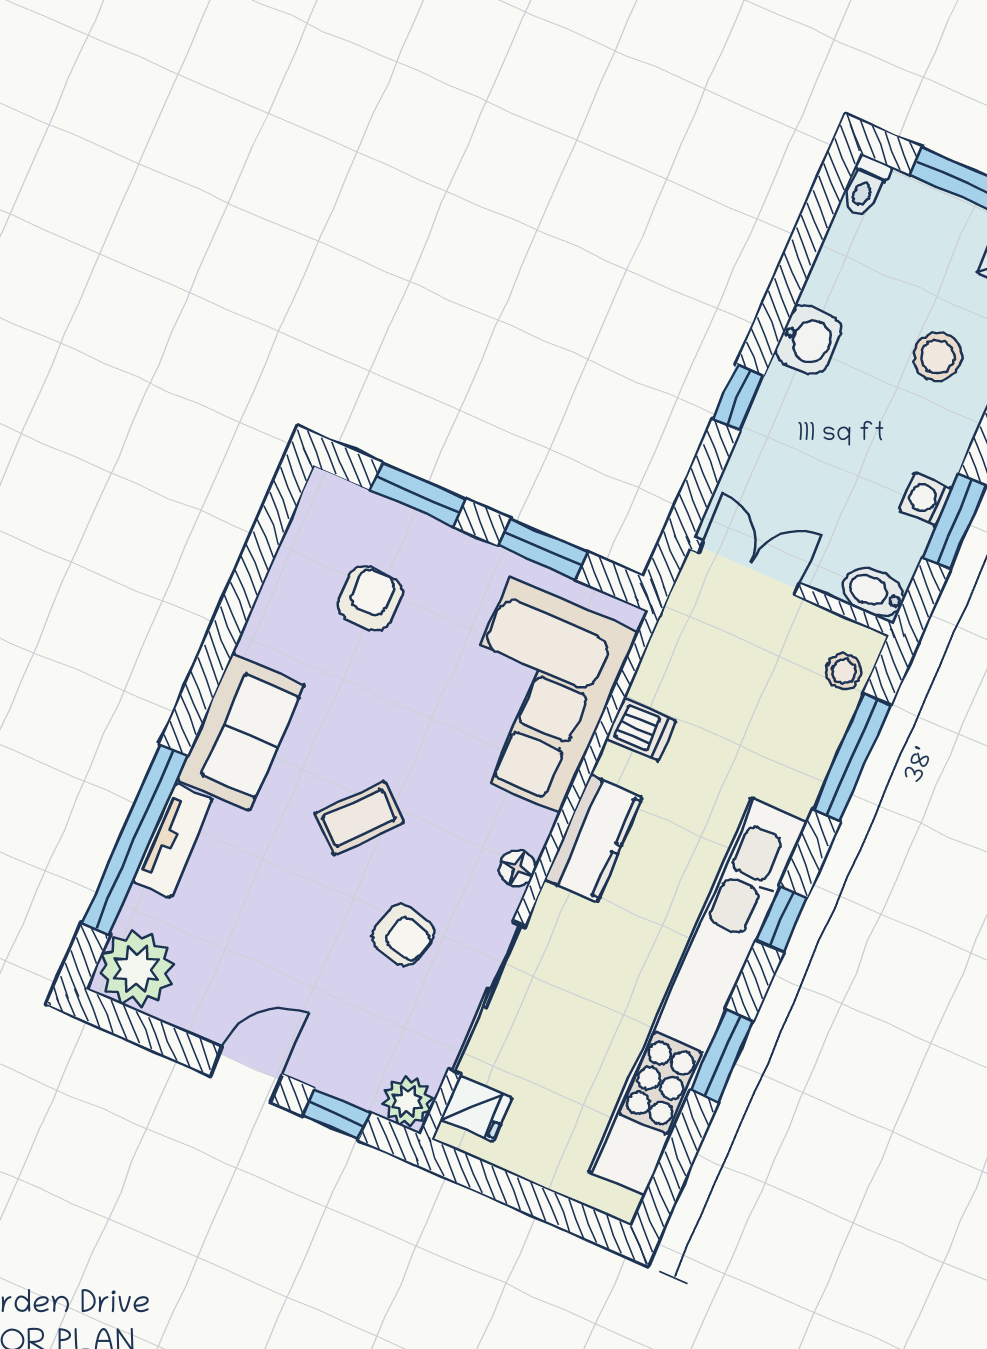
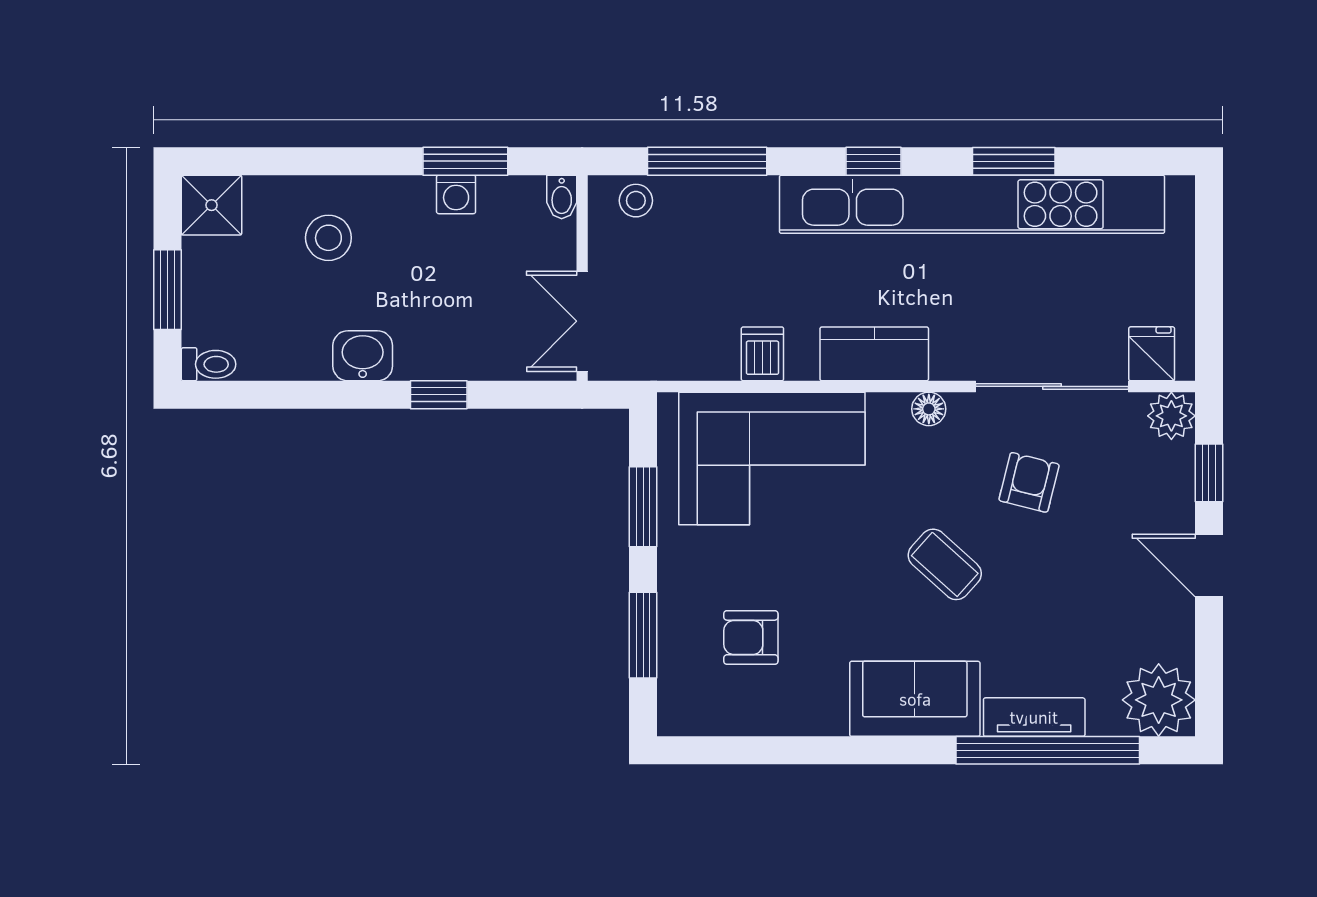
bidet: (873, 592) -> (562, 197), width x0.72, depth x0.74

